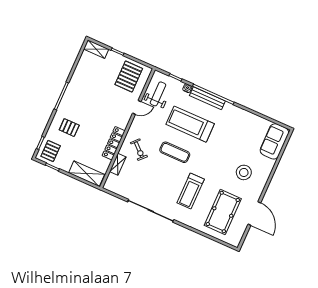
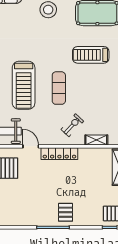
pallet: (69, 128) -> (66, 212), moved
locker: (114, 143) -> (59, 154), moved
treadmill: (191, 191) -> (91, 55), turned 180

